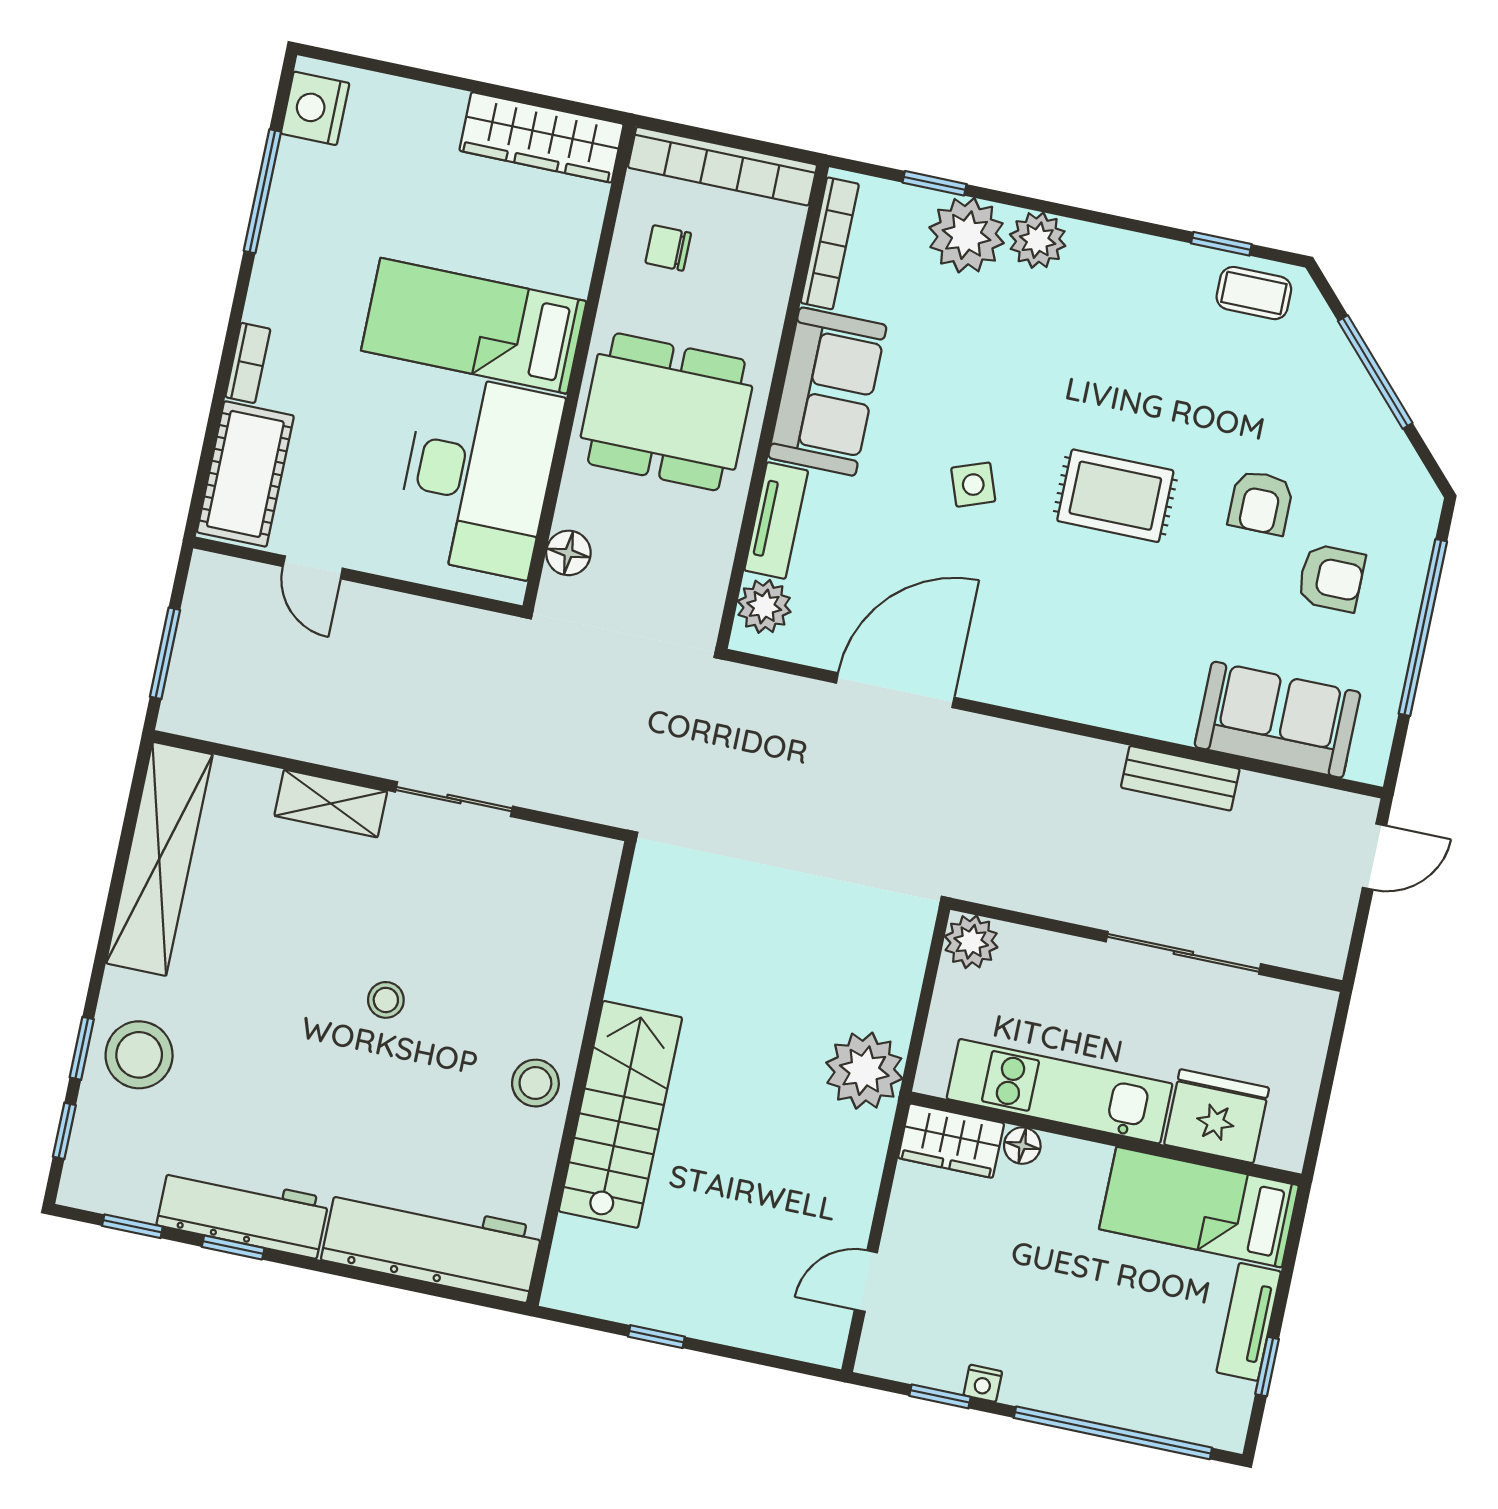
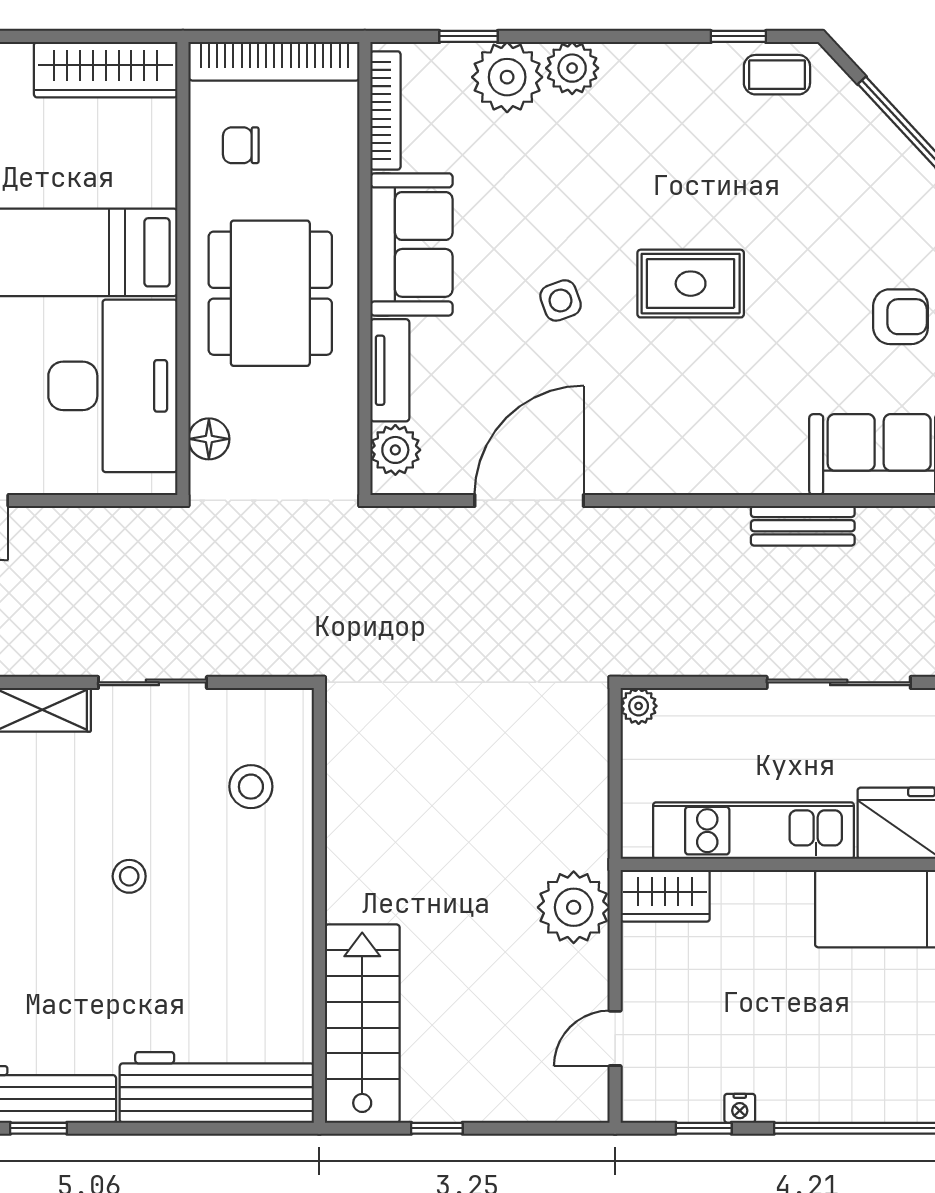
dining table: (666, 412) -> (270, 293), turned 90
armchair: (1261, 502) -> (823, 262), removed
plant: (971, 942) -> (639, 706), width x0.73, depth x0.73
plant: (864, 1071) -> (574, 907), moved
stool: (535, 1083) -> (251, 787), moved
stairs: (620, 1114) -> (362, 1024), moved
floor lamp: (1022, 1146) -> (730, 887), removed

